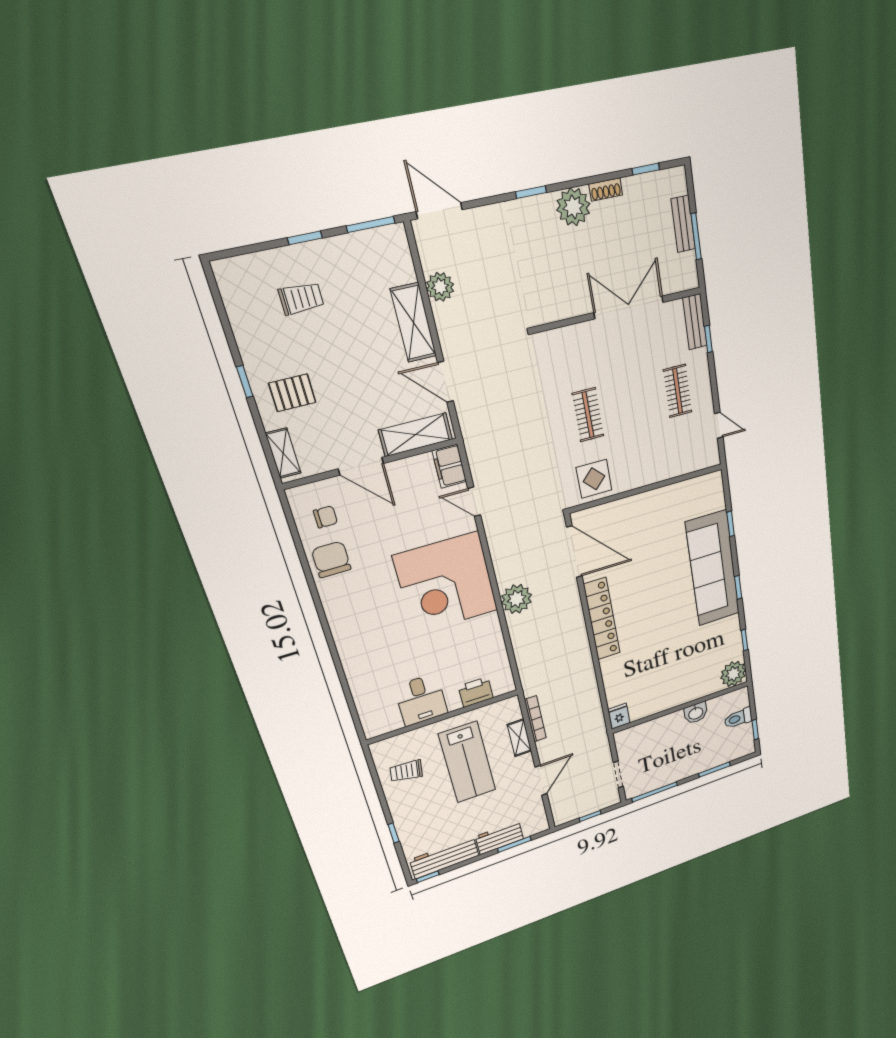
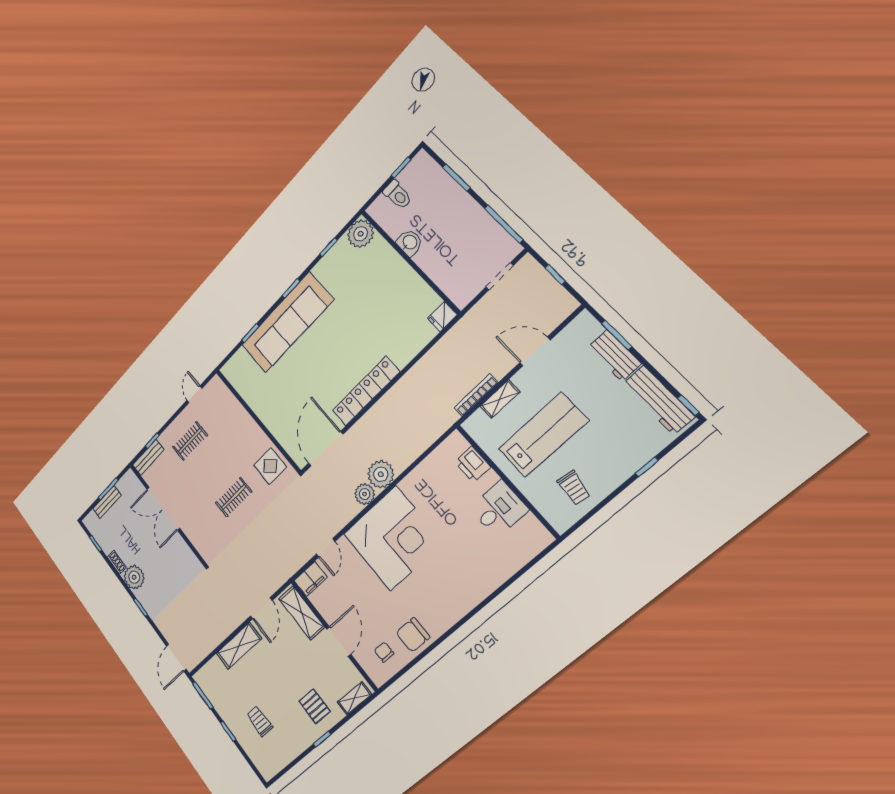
plant: (440, 287) -> (365, 494), moved

